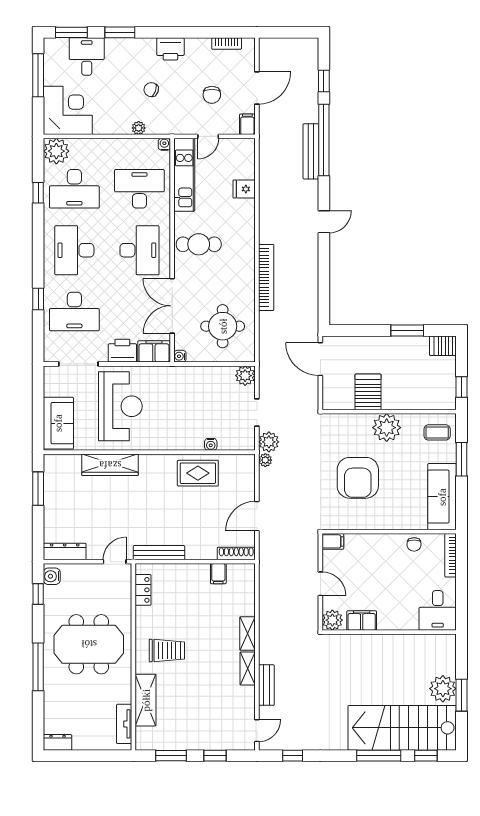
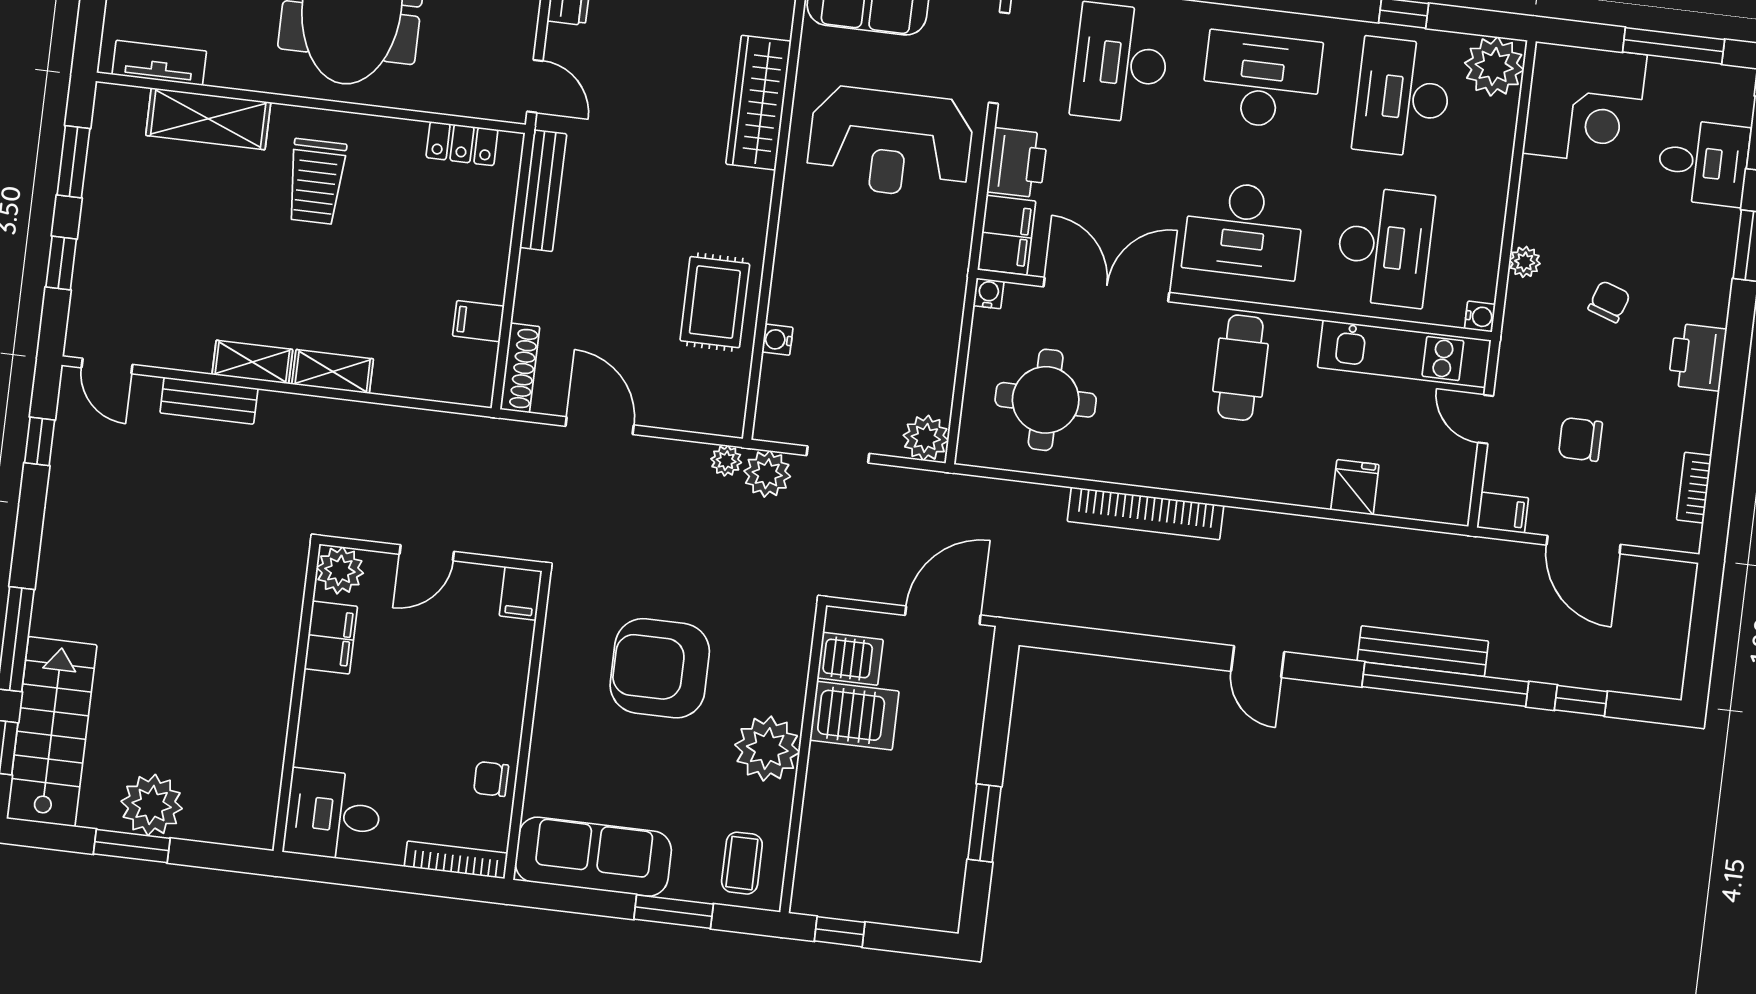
server rack: (443, 346) -> (850, 659), moved, turned 90
stairs: (402, 728) -> (52, 732), width x0.73, depth x0.66

